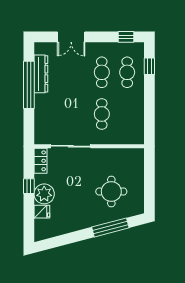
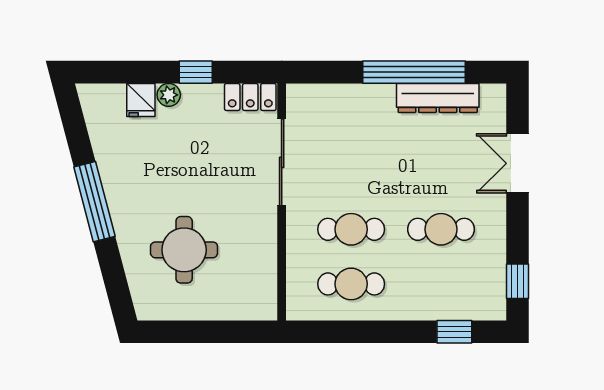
cafe table: (127, 72) -> (351, 284), moved
plant: (44, 194) -> (169, 95), width x0.53, depth x0.53
window: (110, 227) -> (94, 202), moved

